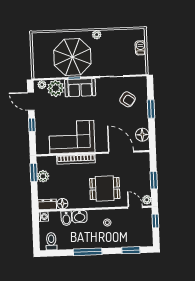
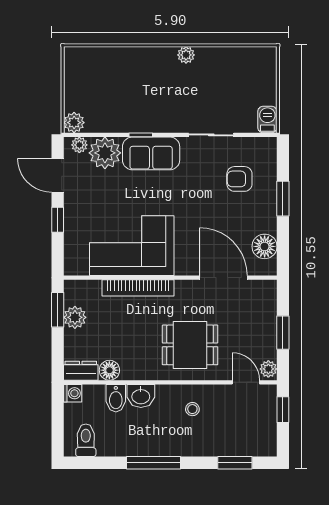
barbecue: (140, 48) -> (267, 119), moved
parasol: (72, 57) -> (139, 95), removed
plant: (39, 73) -> (74, 123), added
armchair: (128, 99) -> (239, 179), turned 145

